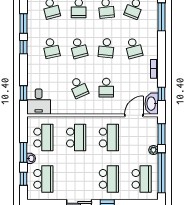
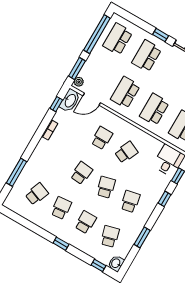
window: (23, 47) -> (165, 199), moved
school desk: (134, 48) -> (57, 159), removed
school desk: (79, 88) -> (126, 152), turned 48
plant: (153, 150) -> (79, 82), moved

